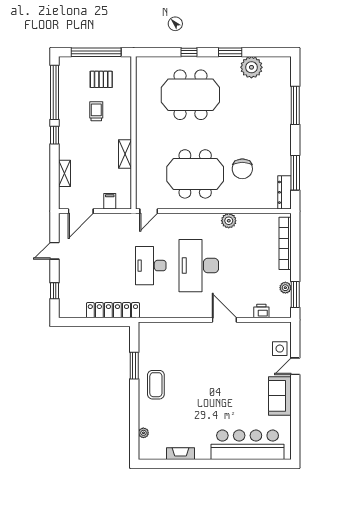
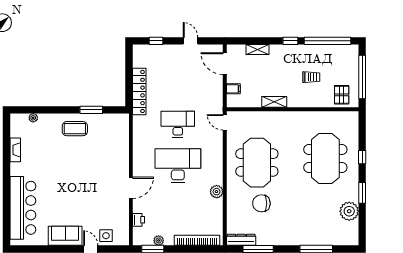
pallet: (101, 79) -> (342, 95), moved

